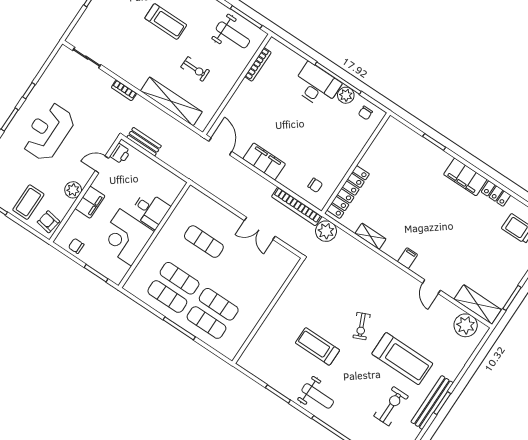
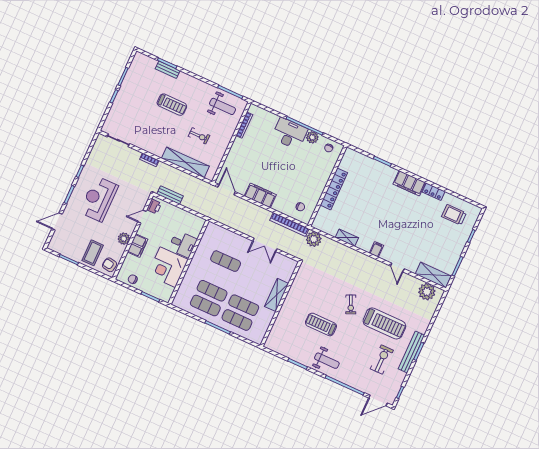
locker: (348, 192) -> (334, 189), moved
shelving: (265, 298) -> (277, 295), added

